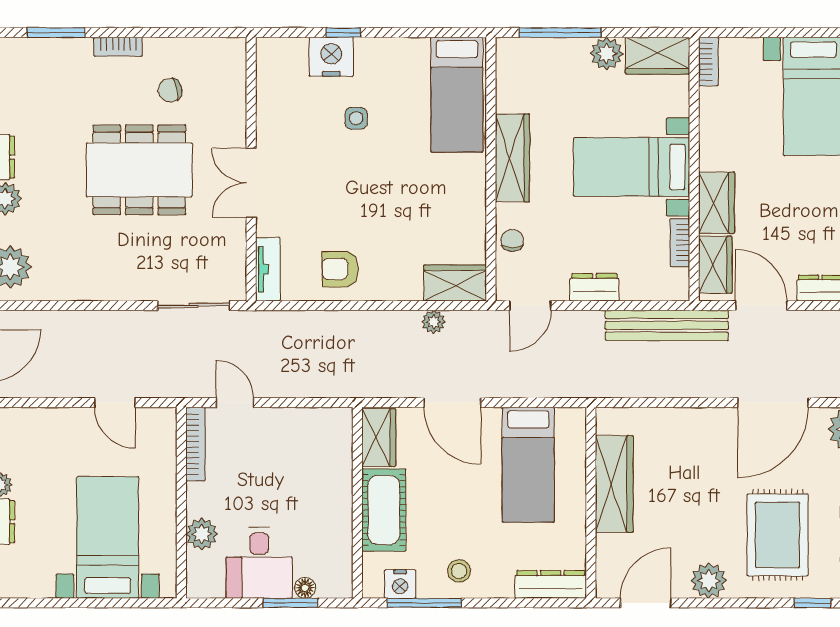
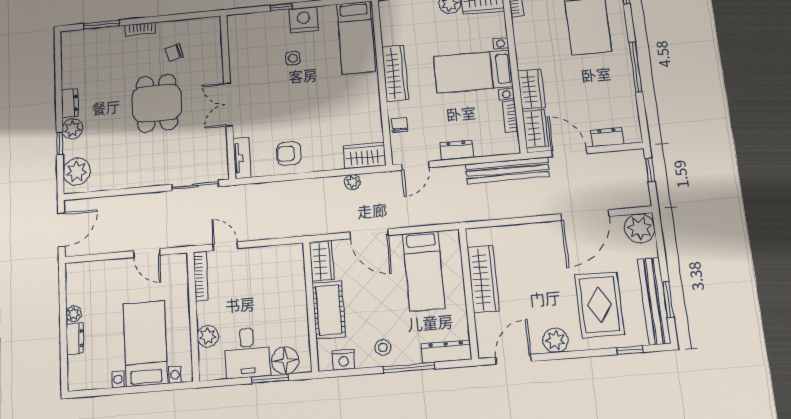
nightstand: (331, 57) -> (303, 20), moved
dining table: (139, 170) -> (157, 103), width x0.73
floor lamp: (305, 588) -> (285, 361), width x1.89, depth x1.89
window: (424, 603) -> (409, 368), moved

